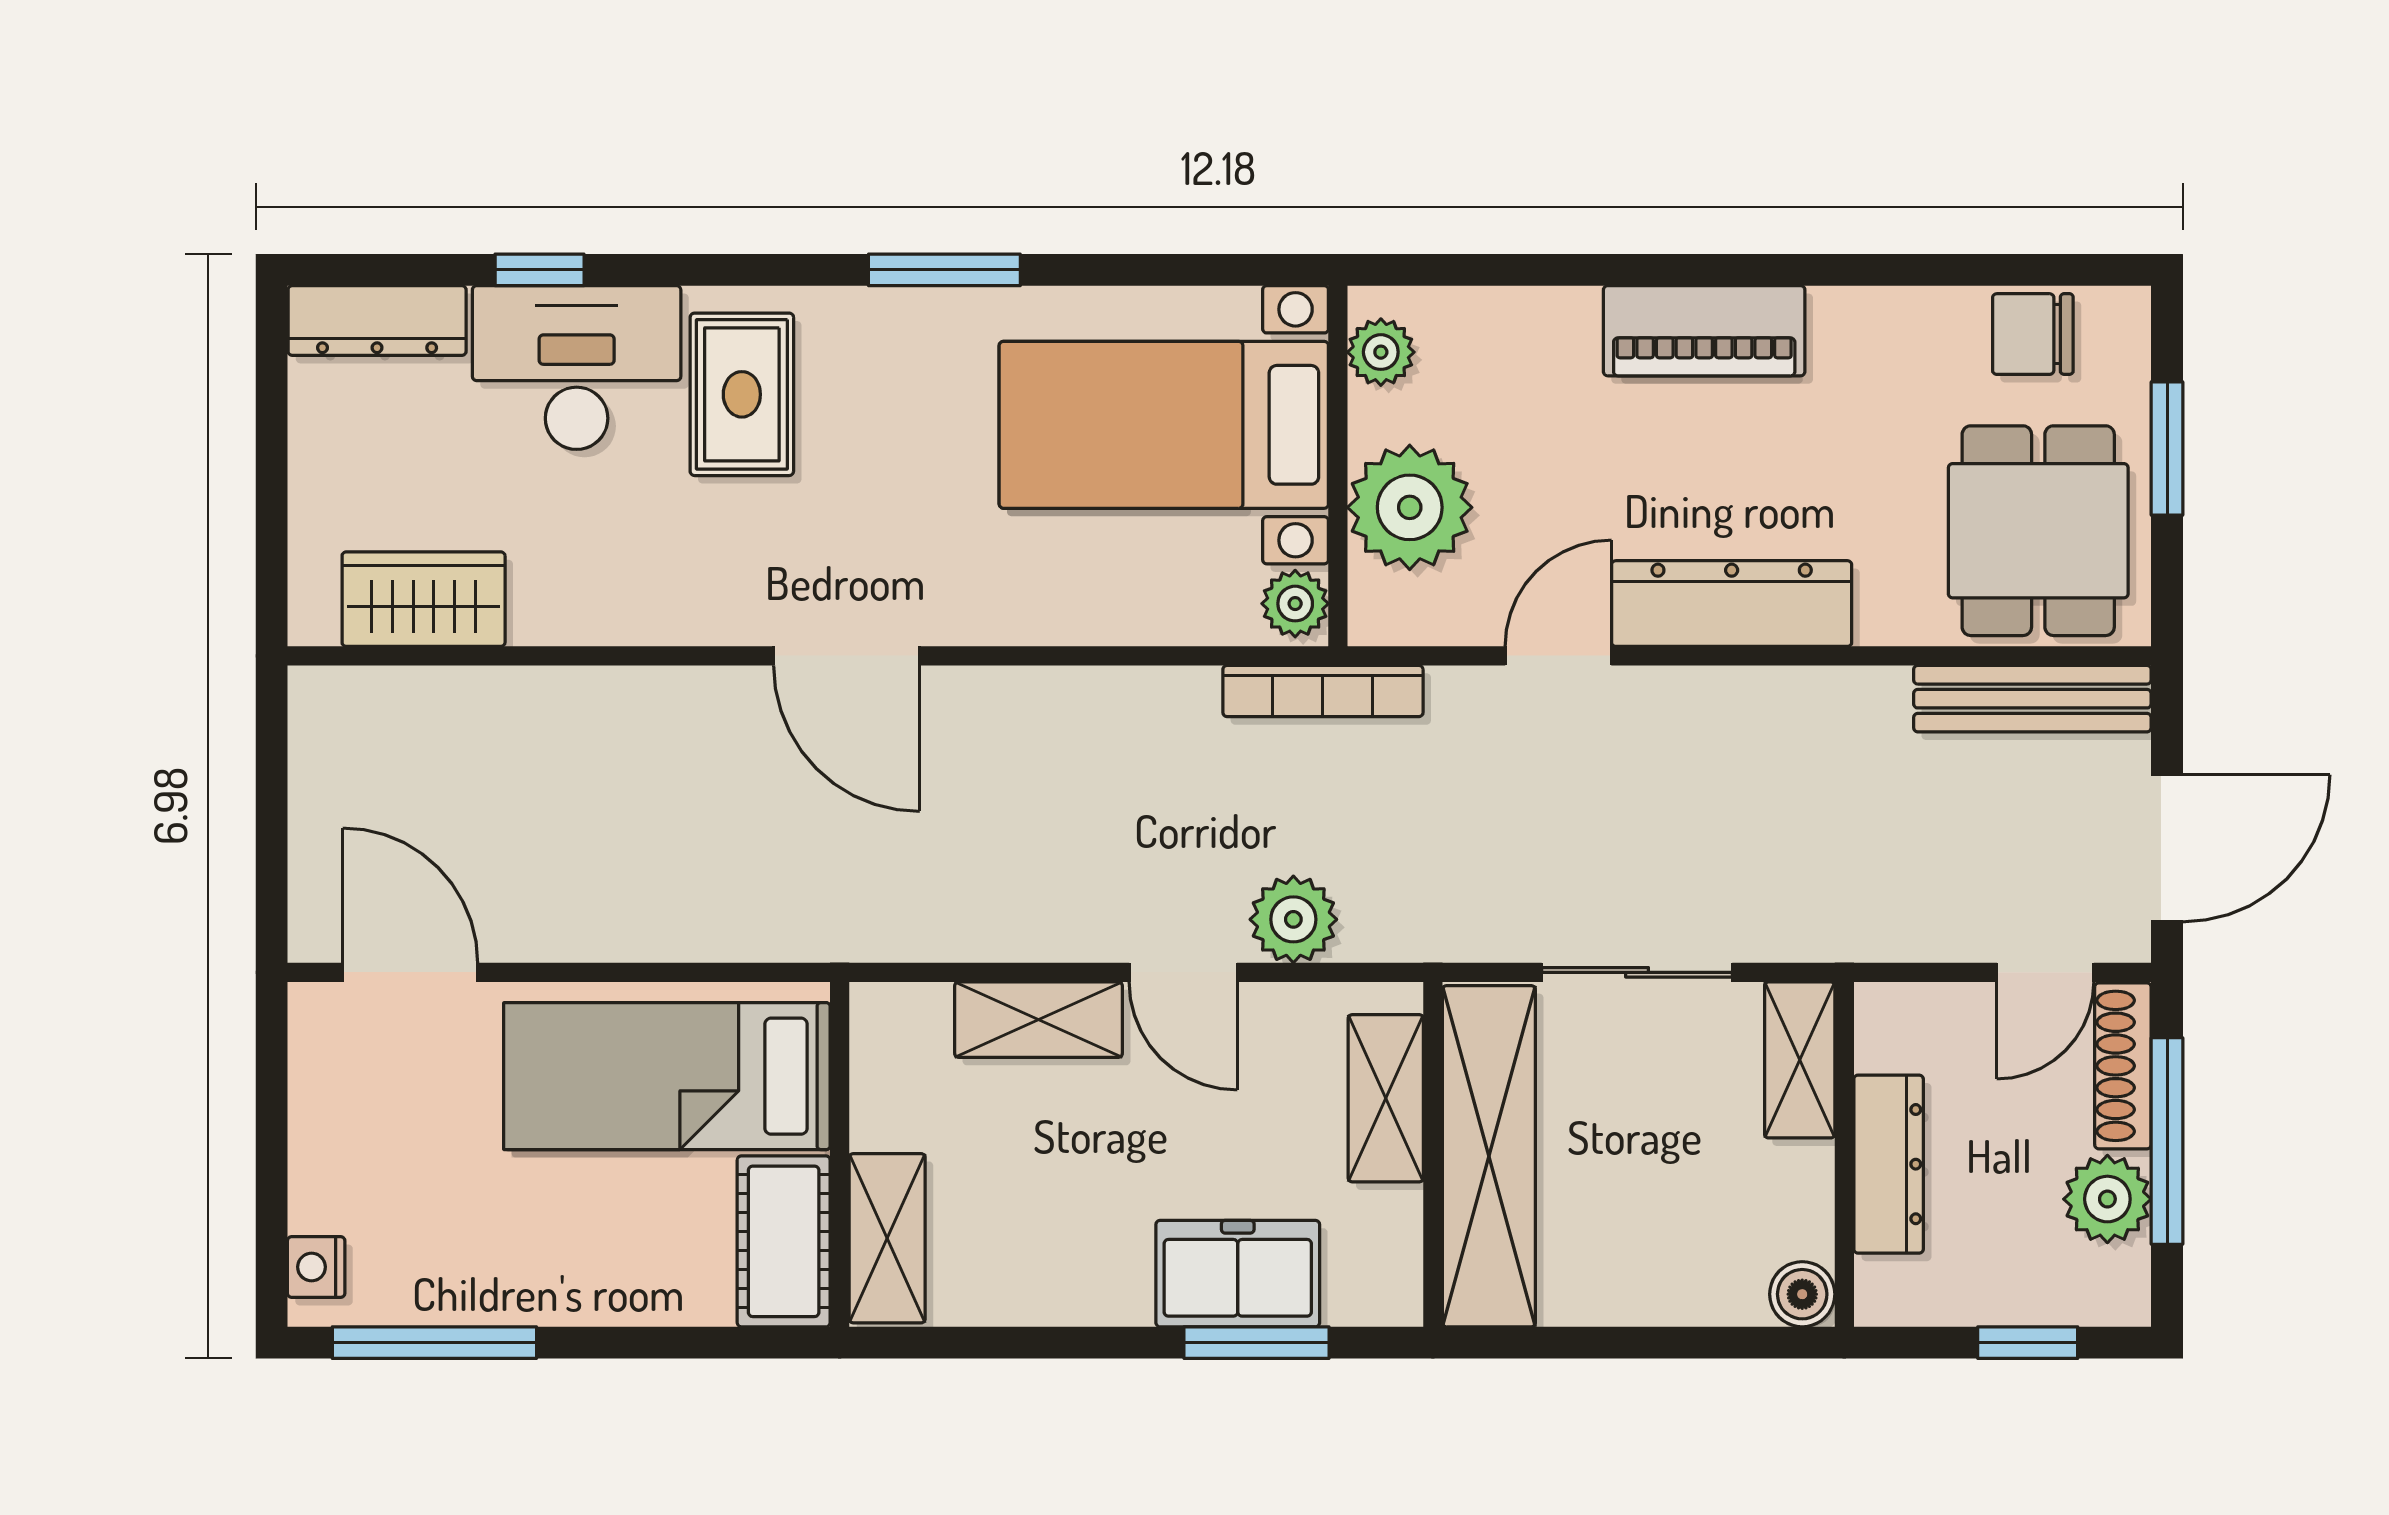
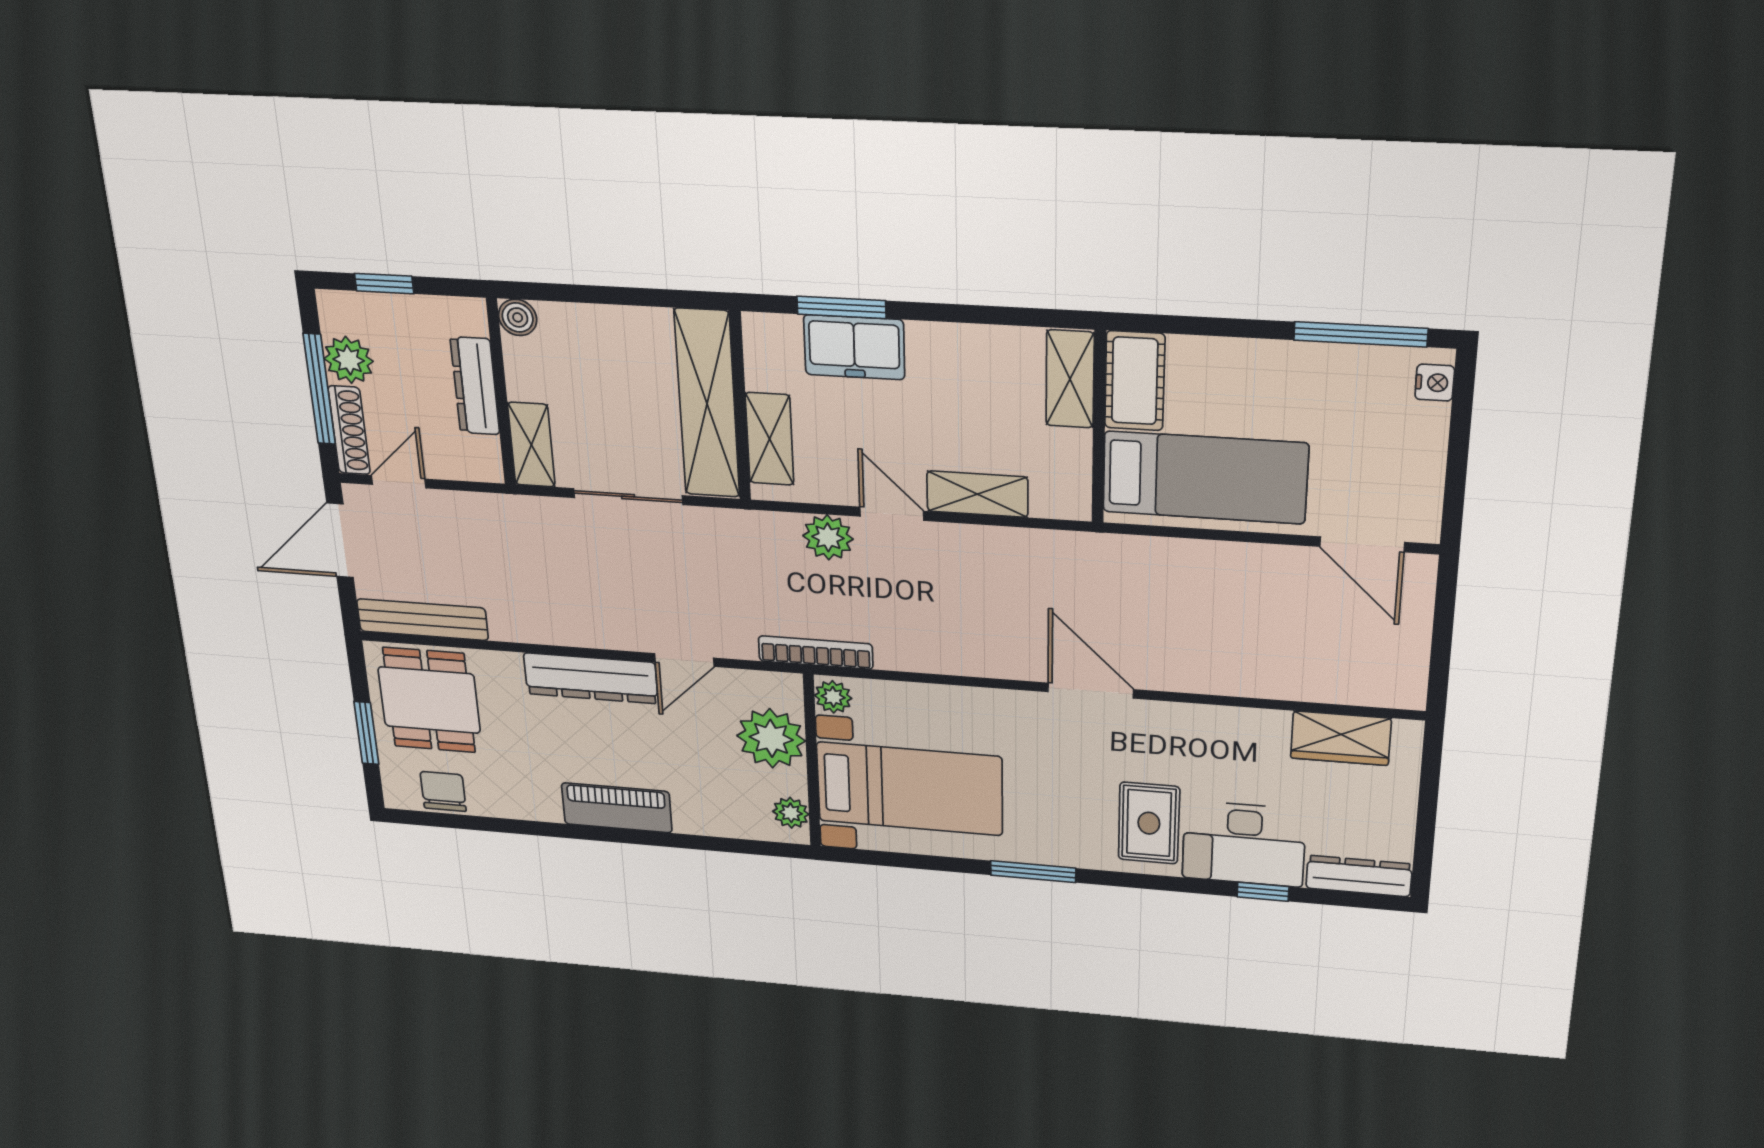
chair: (2033, 334) -> (443, 791), turned -90

